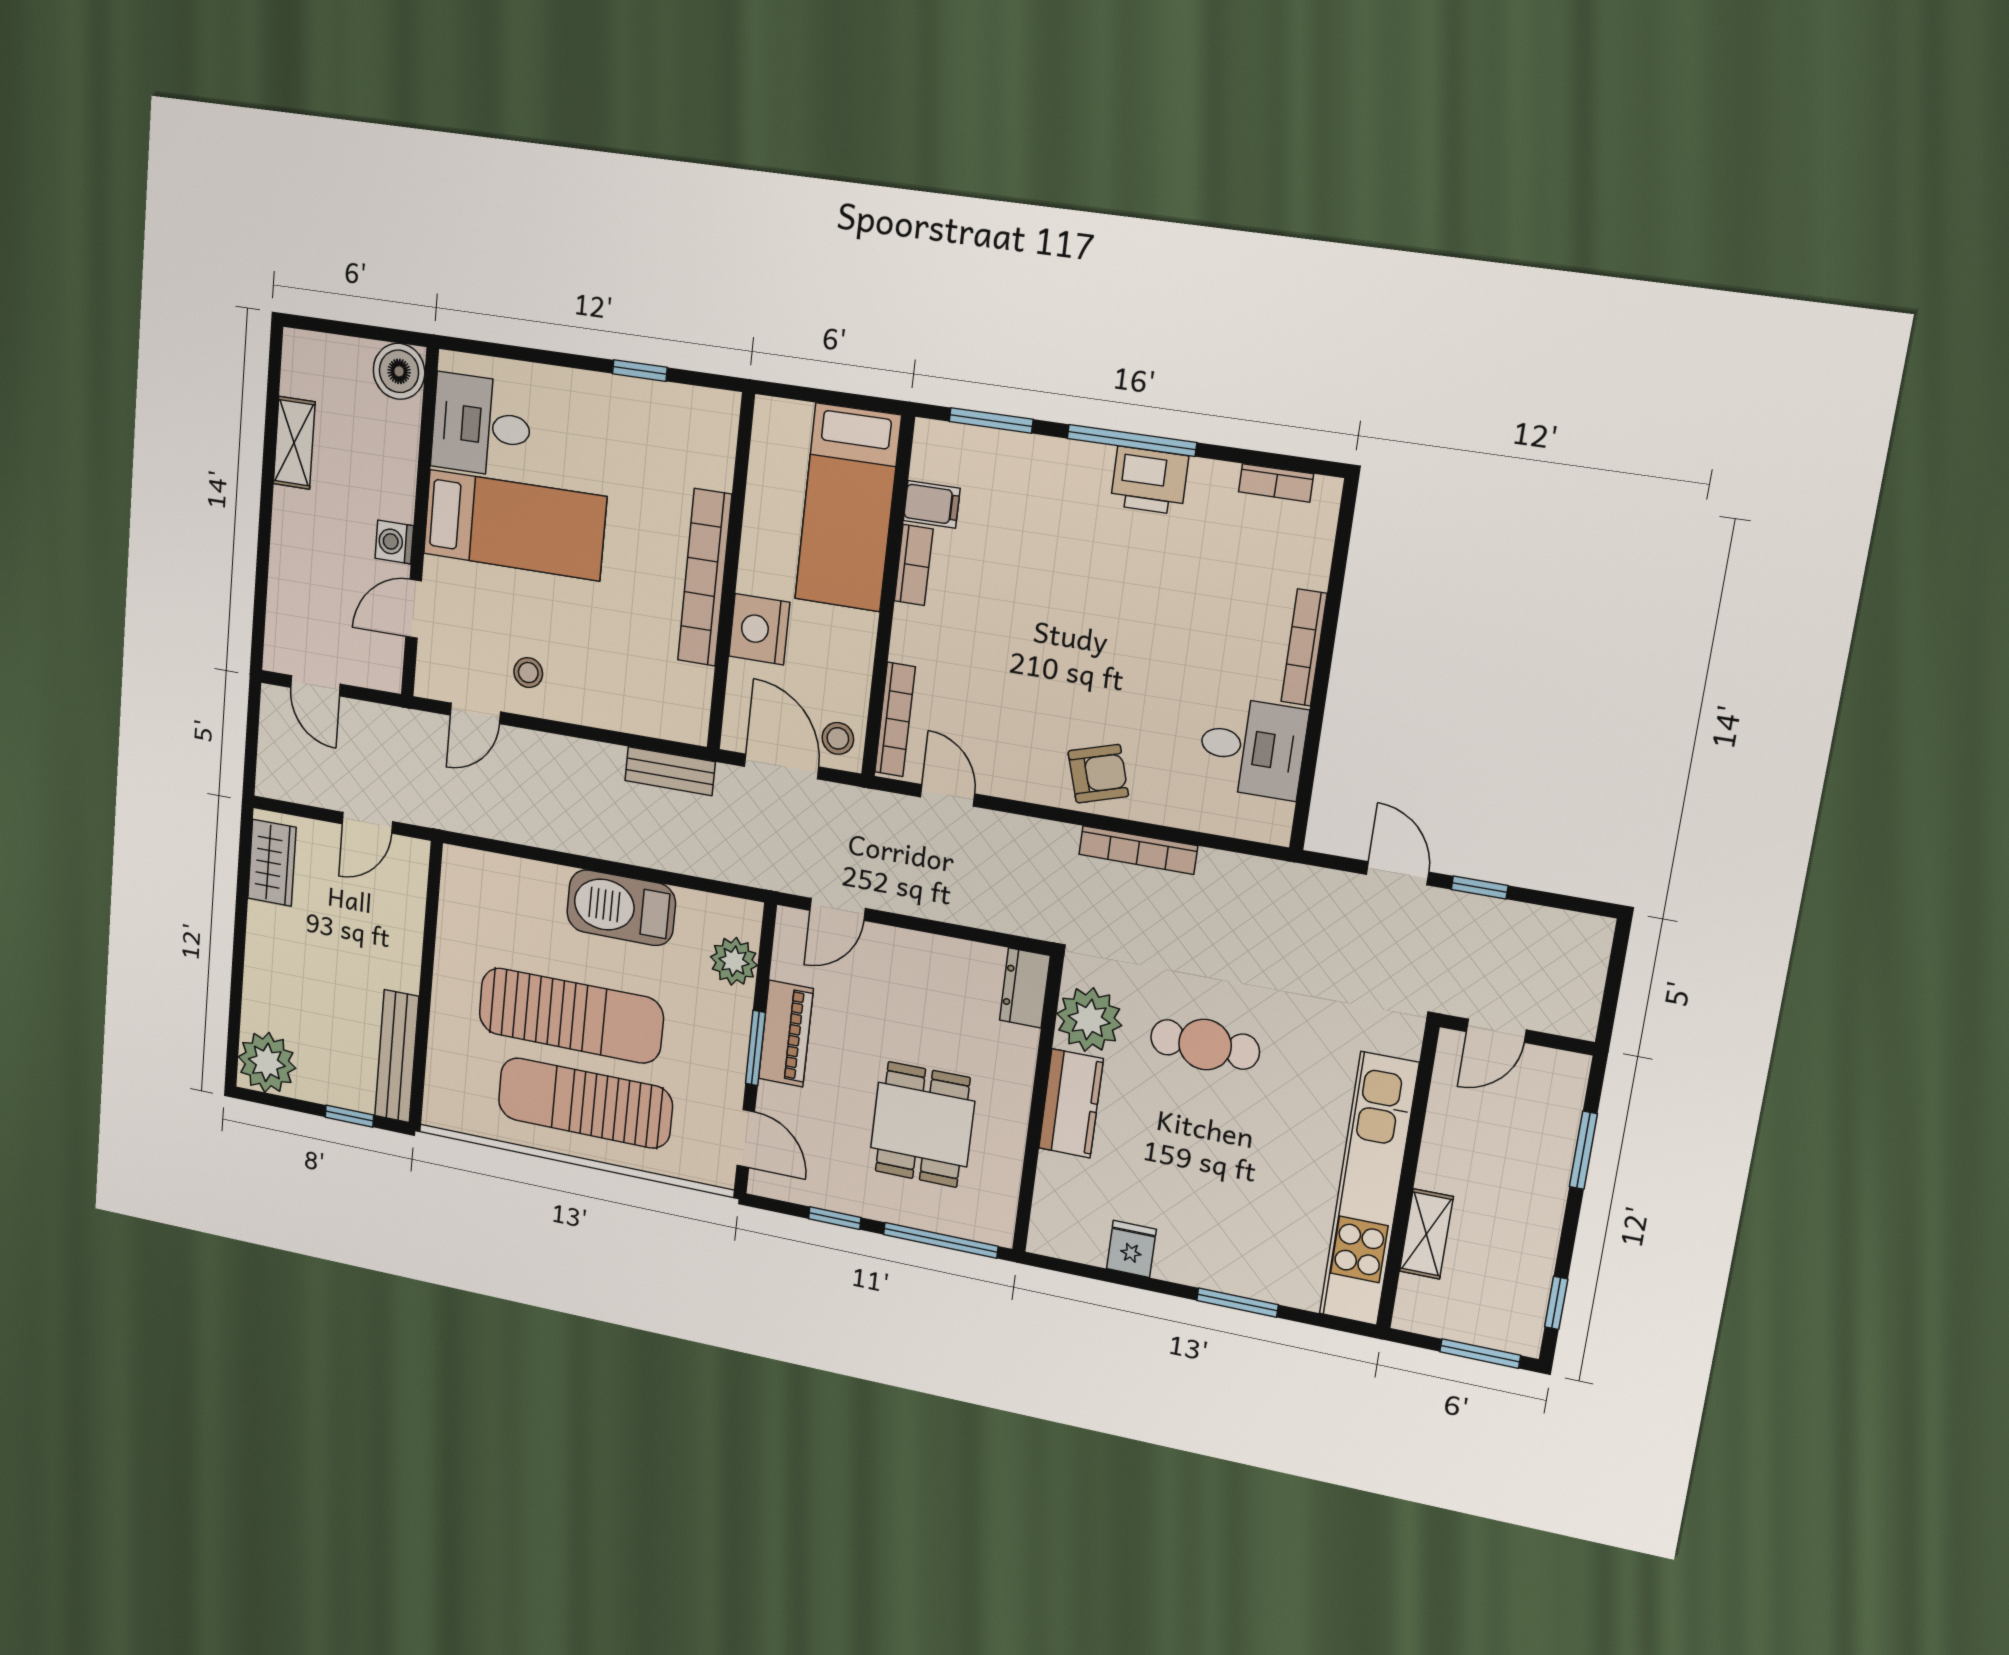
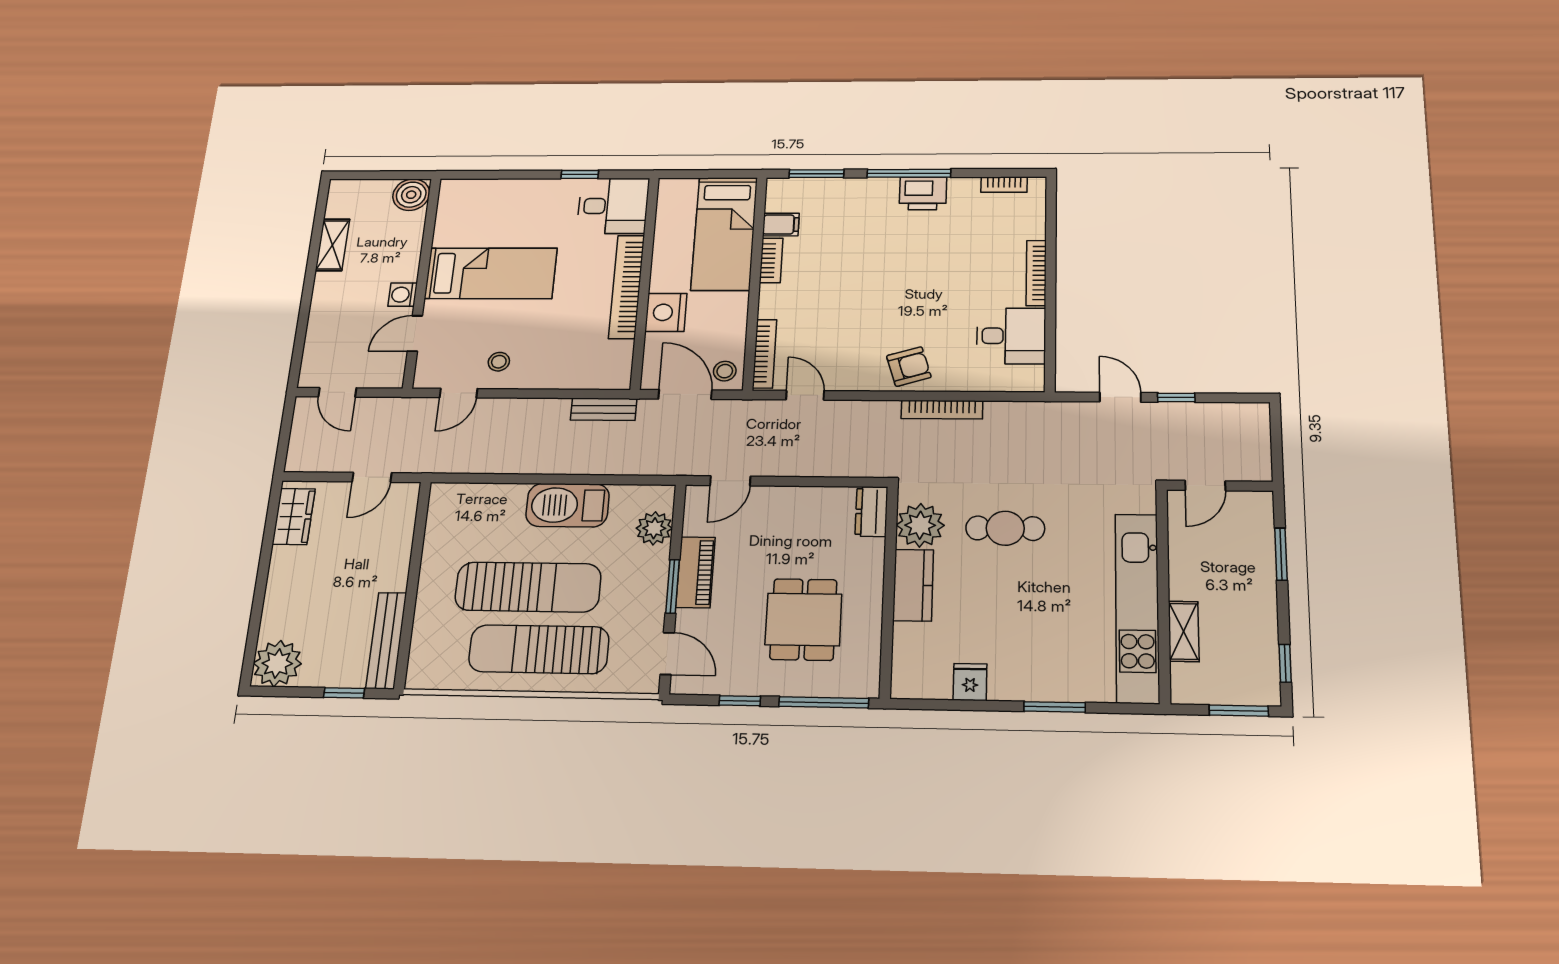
desk: (481, 426) -> (613, 206), moved, turned 180

